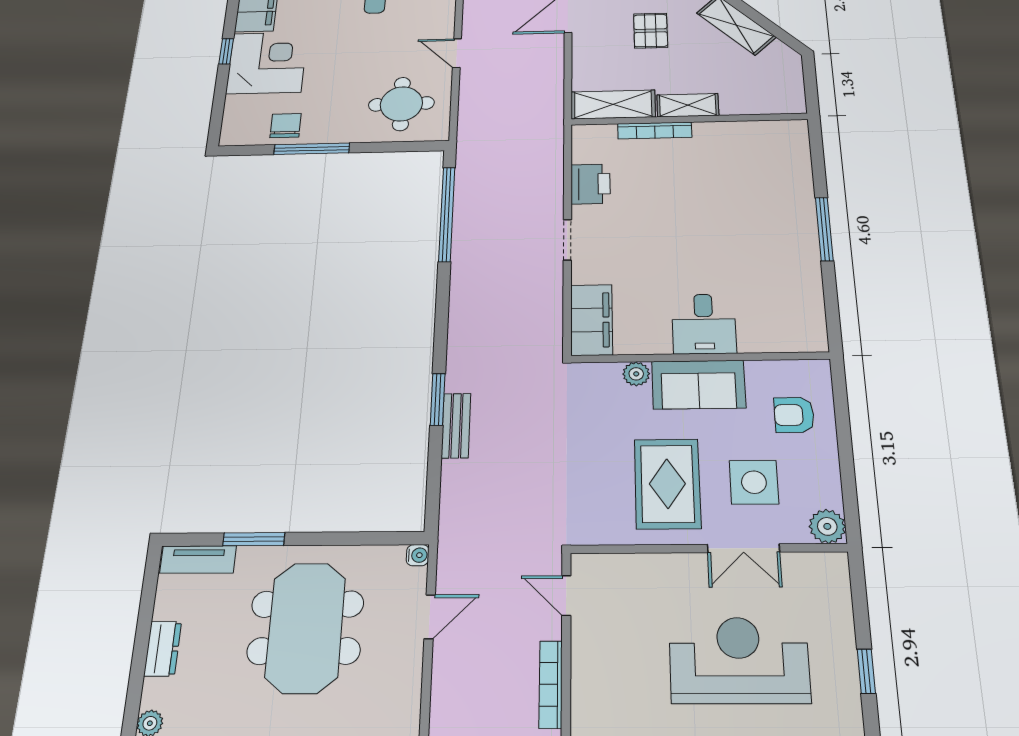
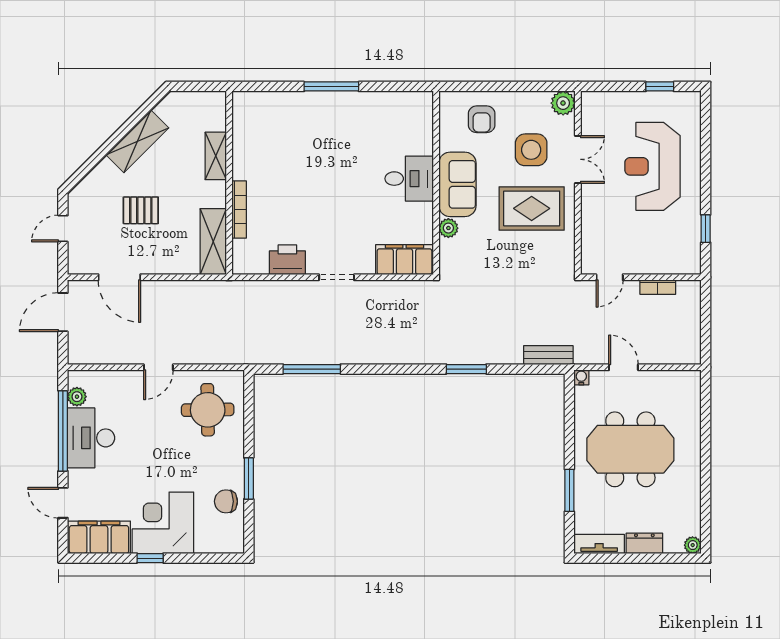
shelving: (688, 105) -> (216, 156), moved
window: (312, 149) -> (249, 478), width x0.69
window: (447, 214) -> (312, 369), width x0.68
bench: (456, 426) -> (548, 355), moved
tv unit: (198, 560) -> (599, 544), moved, turned -90
bookcase: (551, 684) -> (658, 287), width x0.64

